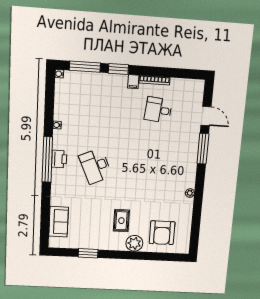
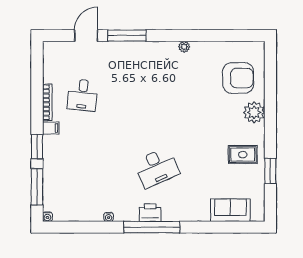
rug: (121, 221) -> (243, 155), moved

